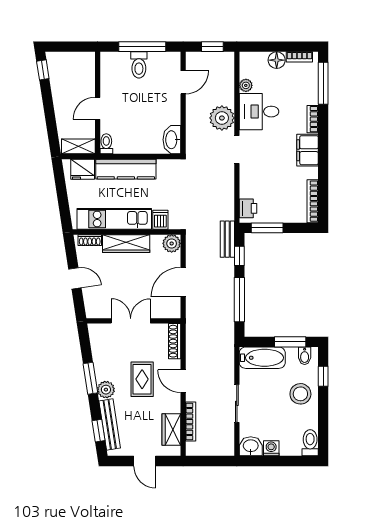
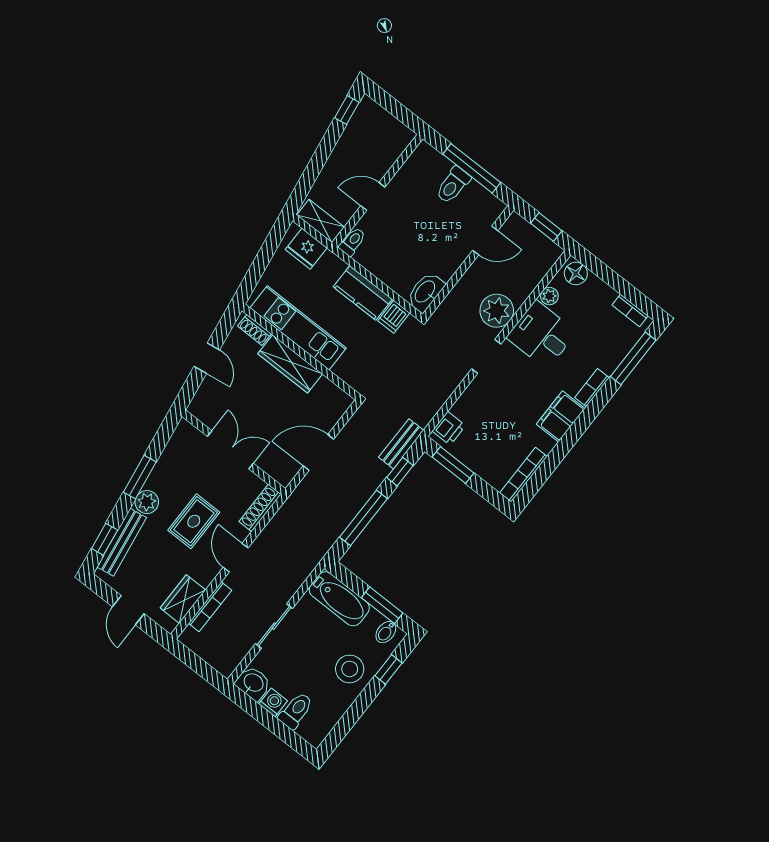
floor lamp: (277, 60) -> (576, 273), moved
kitchen counter: (126, 169) -> (363, 293), width x0.67
dishwasher: (160, 220) -> (394, 317), moved, turned 180
plant: (172, 243) -> (339, 402), removed
toilet: (310, 443) -> (296, 711), moved

